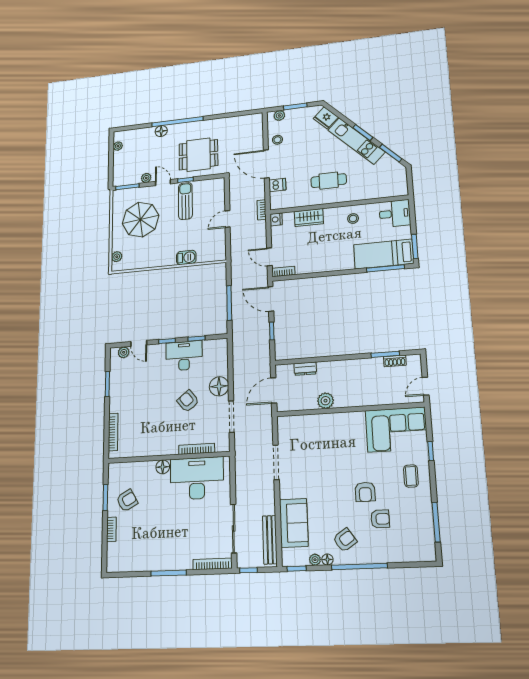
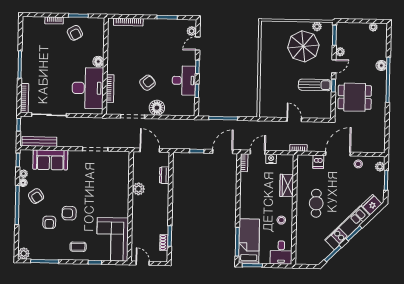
dining table: (198, 155) -> (355, 97), turned 90
nightstand: (276, 219) -> (271, 159), moved
plant: (117, 257) -> (317, 26), moved
barbecue: (186, 257) -> (265, 84), removed
plant: (428, 553) -> (24, 253), added

